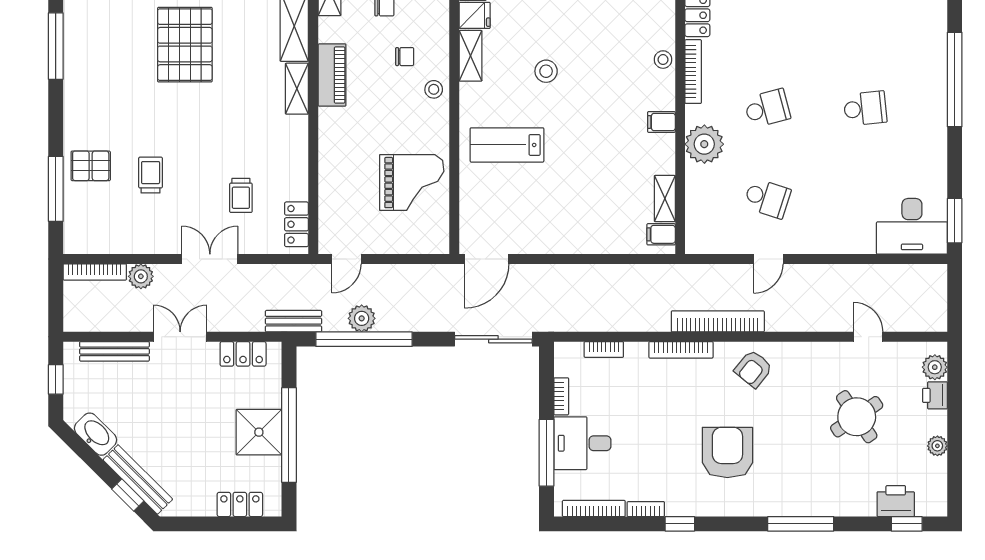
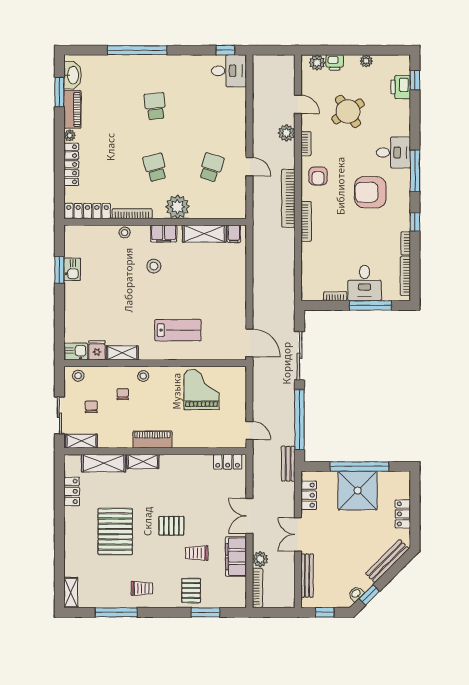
pallet: (185, 45) -> (115, 532), turned 90
stool: (546, 71) -> (154, 266), moved
piano: (332, 75) -> (152, 440), moved
filing cabinet: (661, 122) -> (164, 234), width x2.00
pallet: (194, 134) -> (171, 526), added
lab bench: (507, 145) -> (178, 330), turned -90
window: (56, 189) -> (205, 612), width x0.69
trolley: (241, 195) -> (142, 588), moved
shelving: (665, 199) -> (204, 234), width x1.50, depth x1.33
window: (955, 221) -> (225, 50), width x0.67
desk: (912, 226) -> (229, 71), width x0.73
filing cabinet: (145, 238) -> (236, 557), added
plant: (362, 318) -> (286, 133), moved
door: (868, 337) -> (298, 104), swing flipped
sliding door: (493, 339) -> (299, 356), moved
bookcase: (604, 349) -> (306, 144), moved
armchair: (753, 369) -> (318, 176), turned 51
shower: (259, 432) -> (358, 491), width x1.37, depth x1.37
washbasin: (96, 434) -> (356, 594), width x0.52, depth x0.69
desk: (791, 490) -> (393, 153), added
window: (128, 495) -> (369, 595), moved
locker: (240, 504) -> (403, 514), moved
window: (801, 524) -> (415, 171), moved

